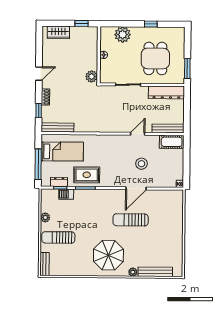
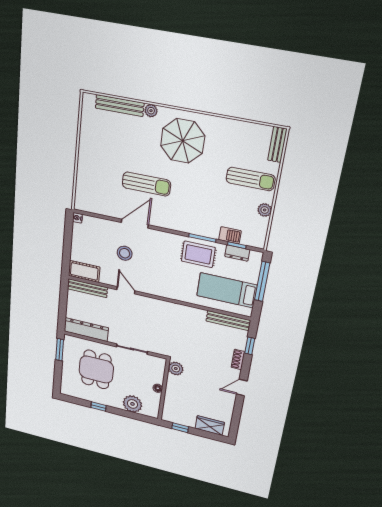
door: (138, 134) -> (126, 290), swing flipped

